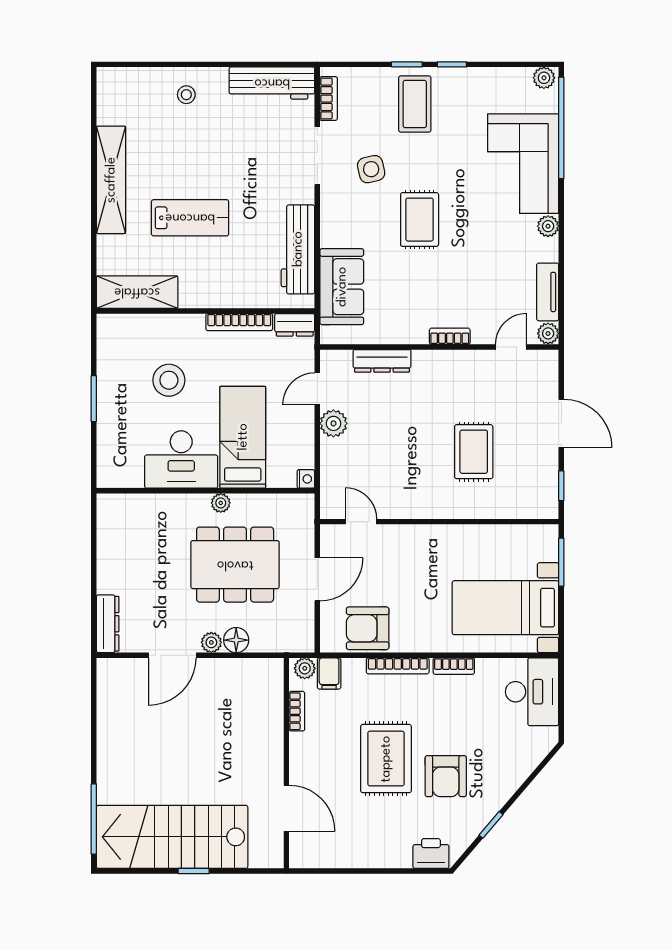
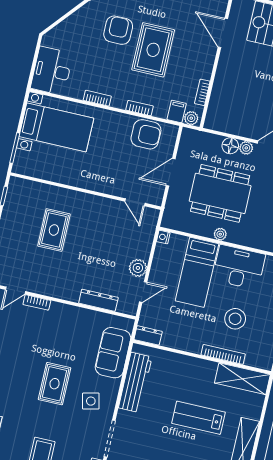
side table: (371, 169) -> (91, 401), moved
bookcase: (239, 322) -> (223, 354), moved
bookcase: (450, 336) -> (37, 302), moved
bookcase: (398, 666) -> (140, 108), width x0.64

